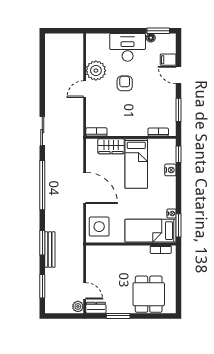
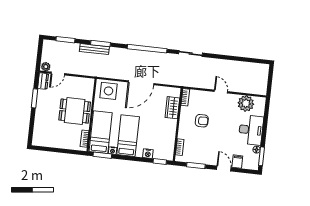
plant: (96, 71) -> (246, 103), moved
door: (178, 75) -> (224, 169), hinge flipped
armchair: (125, 83) -> (202, 121), moved
bed: (136, 163) -> (128, 136), moved, turned 90
dining table: (149, 294) -> (75, 111), moved

